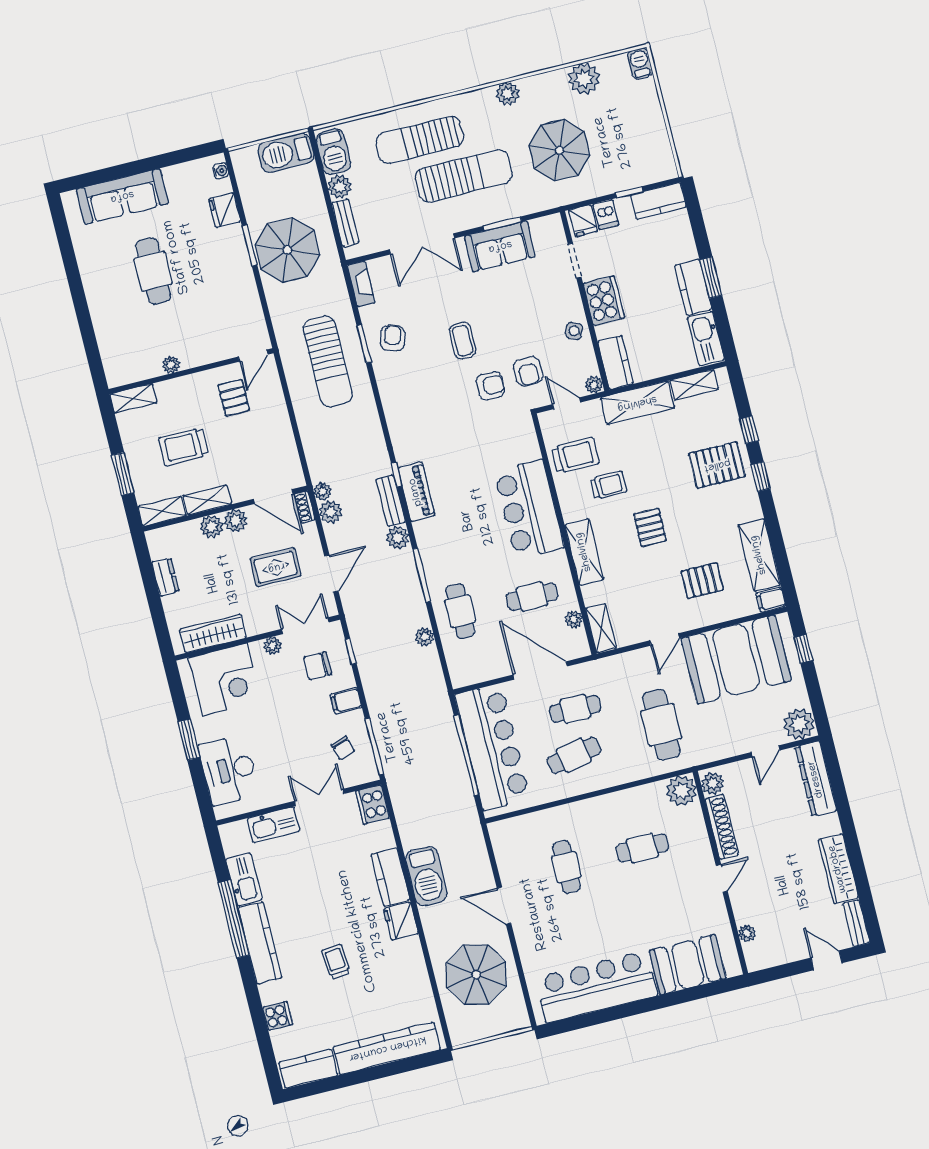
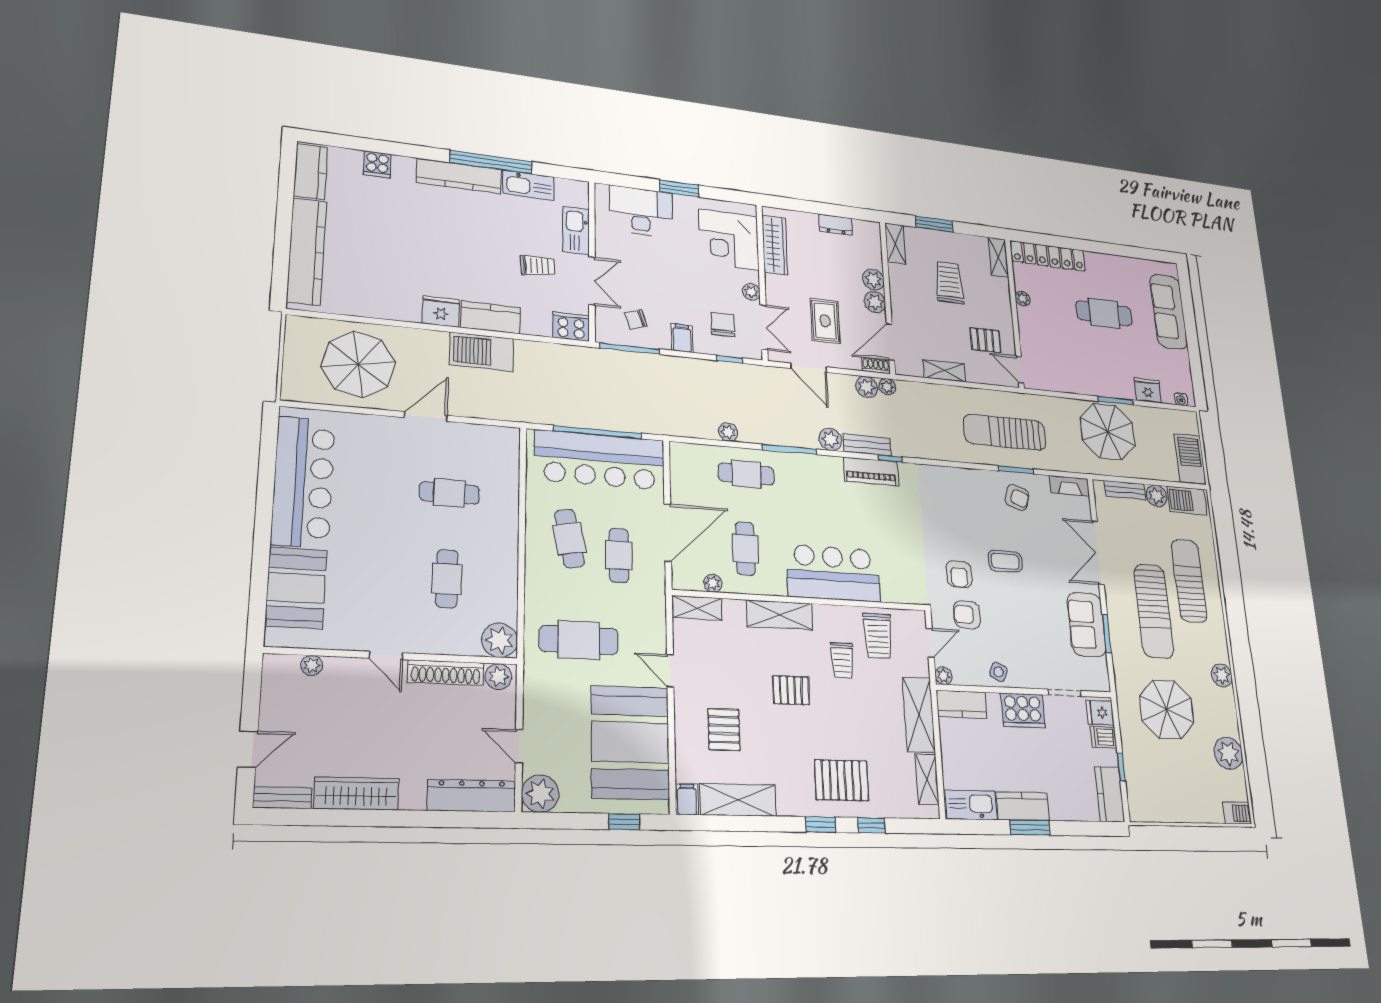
locker: (110, 343) -> (1048, 256), added
pallet: (717, 465) -> (842, 780), turned 90
shelving: (207, 500) -> (944, 371), moved, turned 90
trolley: (336, 962) -> (537, 266), moved

